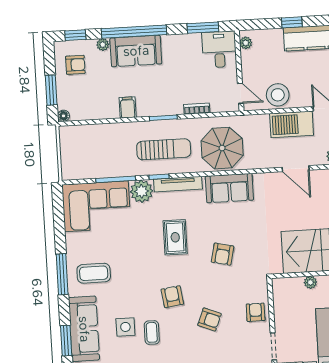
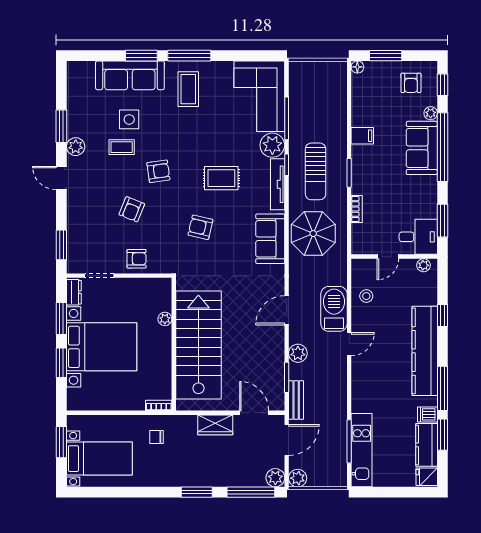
door: (240, 93) -> (388, 257), moved
stool: (278, 95) -> (366, 296), width x0.53, depth x0.53
window: (66, 341) -> (141, 56), moved

